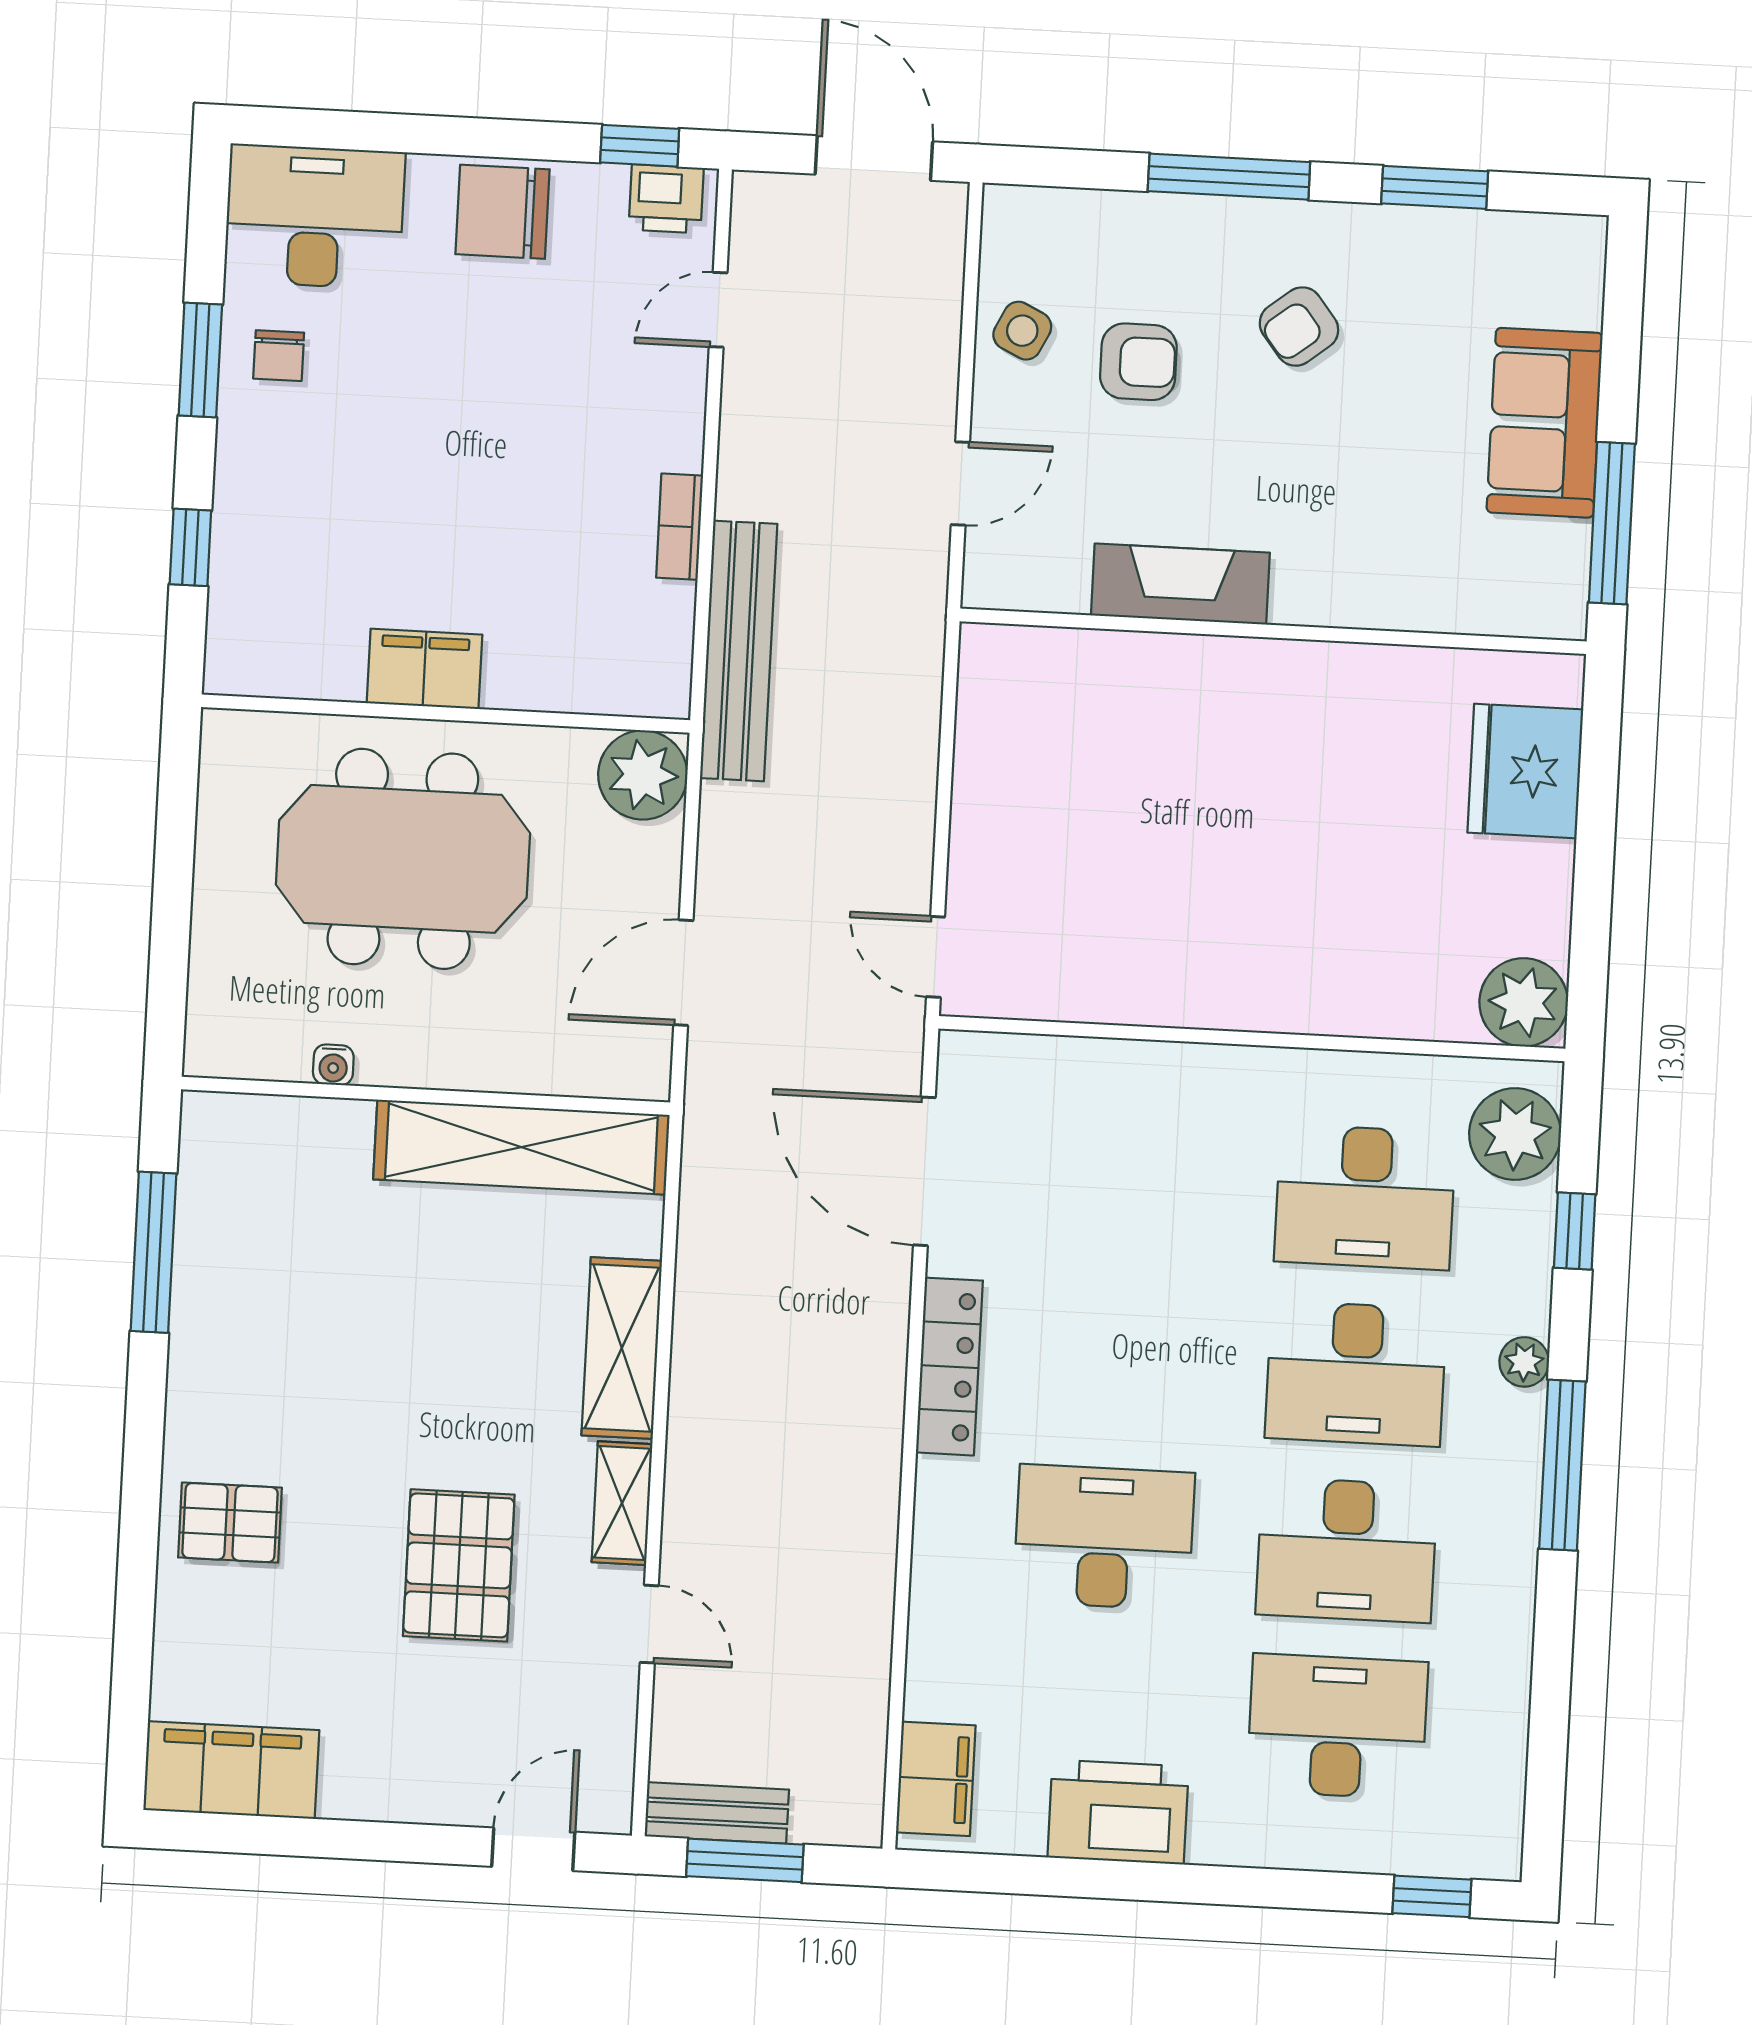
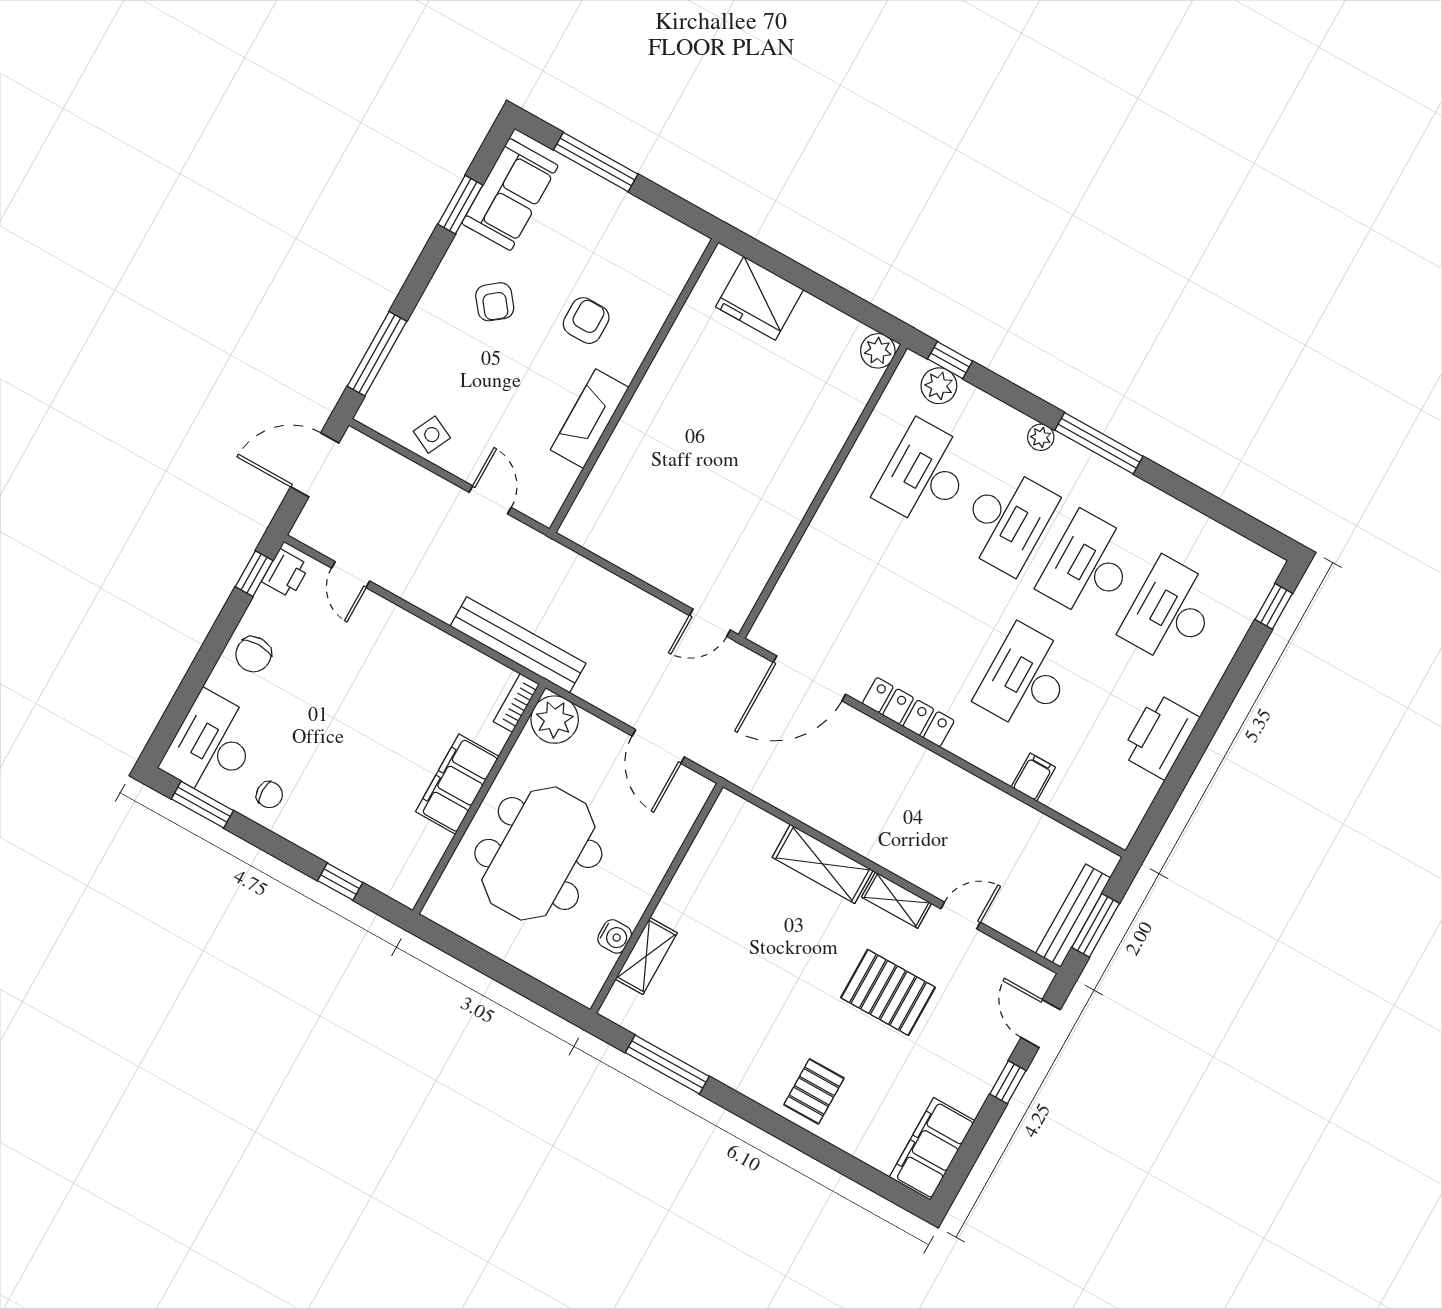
window: (1229, 177) -> (377, 354), moved
chair: (502, 212) -> (253, 654), width x0.73, depth x0.73
window: (200, 360) -> (202, 805), moved
armchair: (1138, 362) -> (586, 321), moved
sofa: (1545, 423) -> (510, 194), moved, turned -90
window: (1612, 523) -> (596, 162), moved
bookcase: (680, 527) -> (516, 703), moved, turned 90
filing cabinet: (424, 669) -> (457, 784), width x1.50, depth x1.17
plant: (1524, 1002) -> (878, 351), width x0.73, depth x0.73
water cooler: (333, 1065) -> (615, 936), width x1.38, depth x1.38
plant: (1515, 1134) -> (939, 386), width x0.73, depth x0.73
shelving: (521, 1147) -> (646, 956), moved, width x0.45, depth x0.75
desk: (1365, 1197) -> (925, 474), turned 180
window: (1575, 1231) -> (950, 360), moved
desk: (1347, 1550) -> (1089, 566), turned 180
filing cabinet: (936, 1779) -> (1033, 777), moved, width x0.50
bench: (717, 1813) -> (1073, 916), width x1.36
window: (407, 1843) -> (1008, 1082), added

